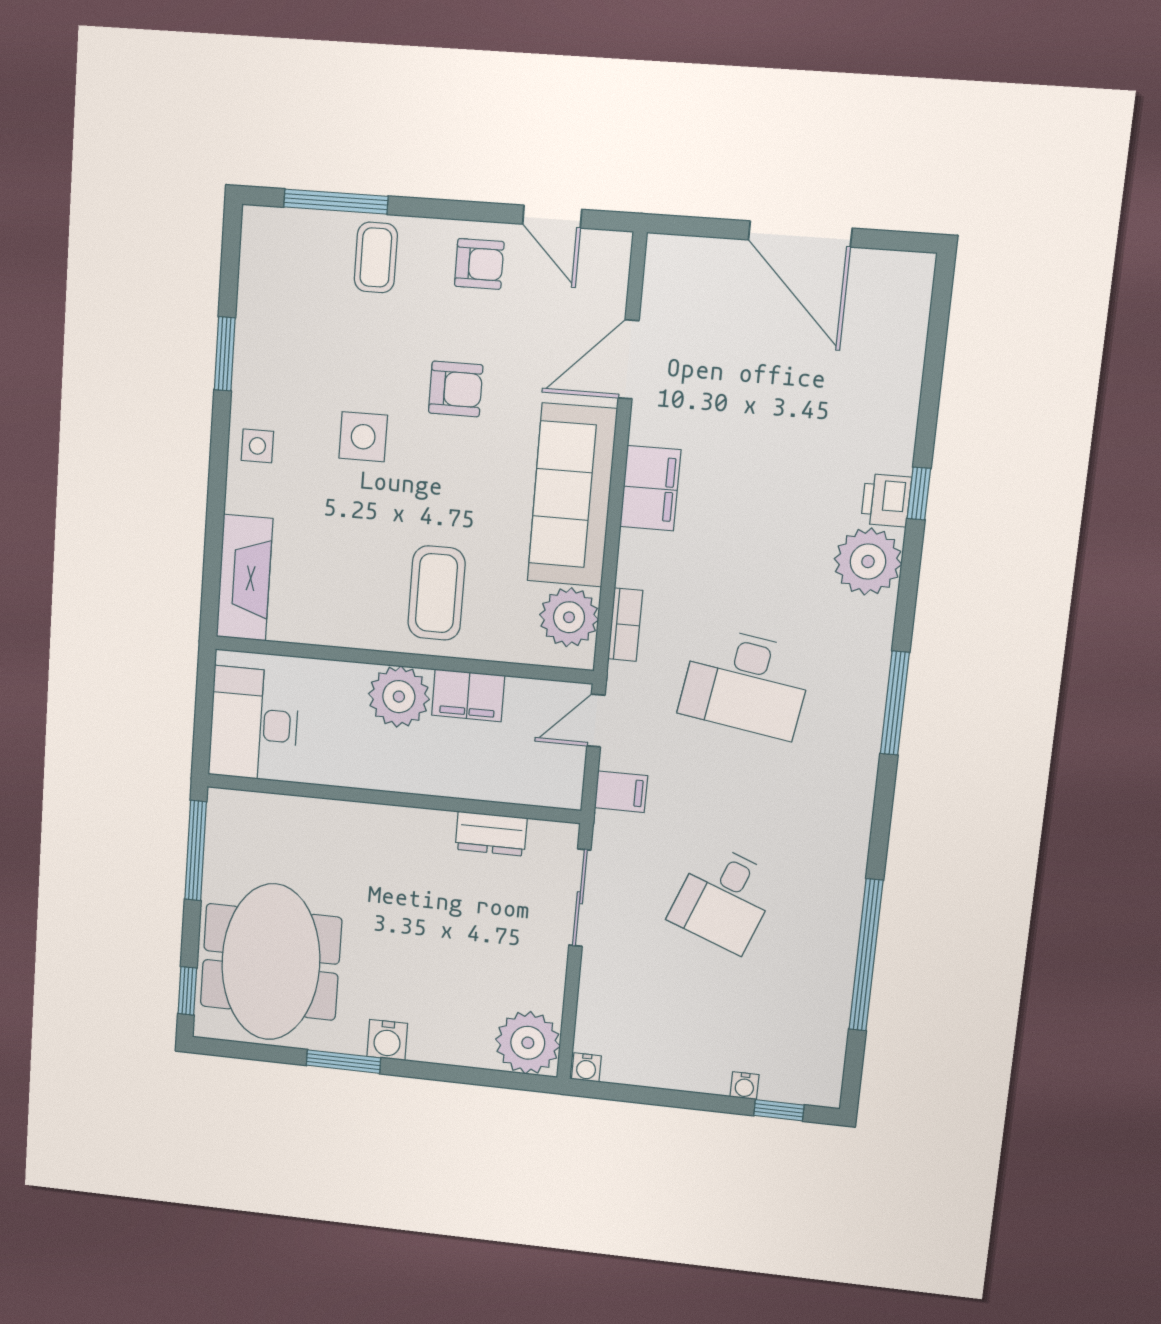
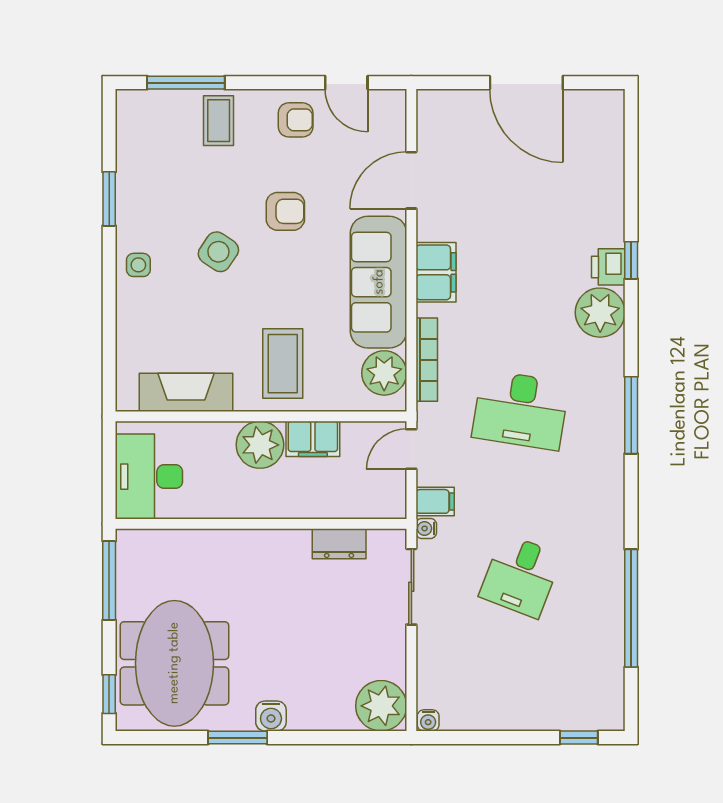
side table: (363, 437) -> (218, 252), turned 34
fireplace: (244, 578) -> (186, 392), moved, turned -90
bookcase: (625, 625) -> (427, 360), width x1.56
water cooler: (745, 1086) -> (426, 528), moved, turned 90

